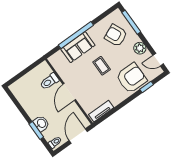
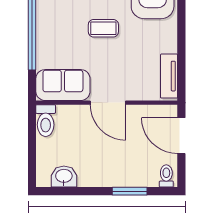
sofa: (78, 47) -> (63, 85), moved, turned -90
toilet: (49, 81) -> (46, 121), moved
washbasin: (41, 123) -> (64, 176), moved

